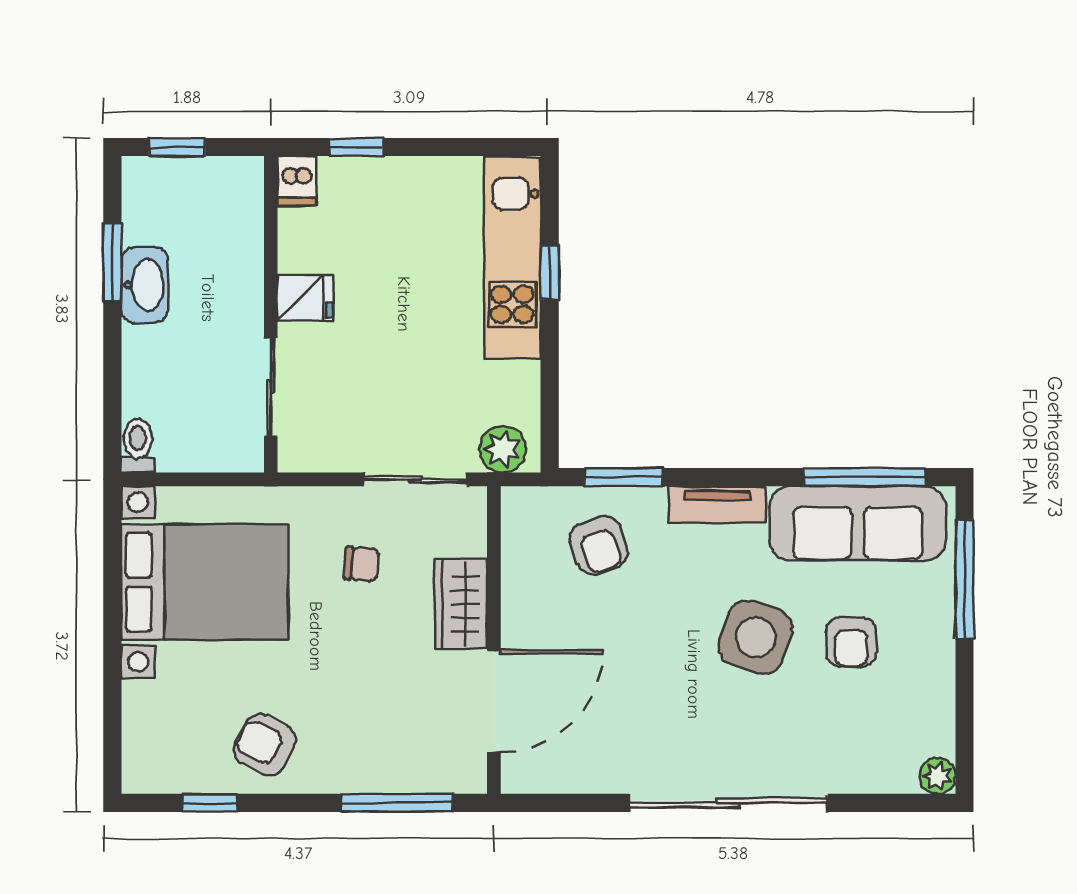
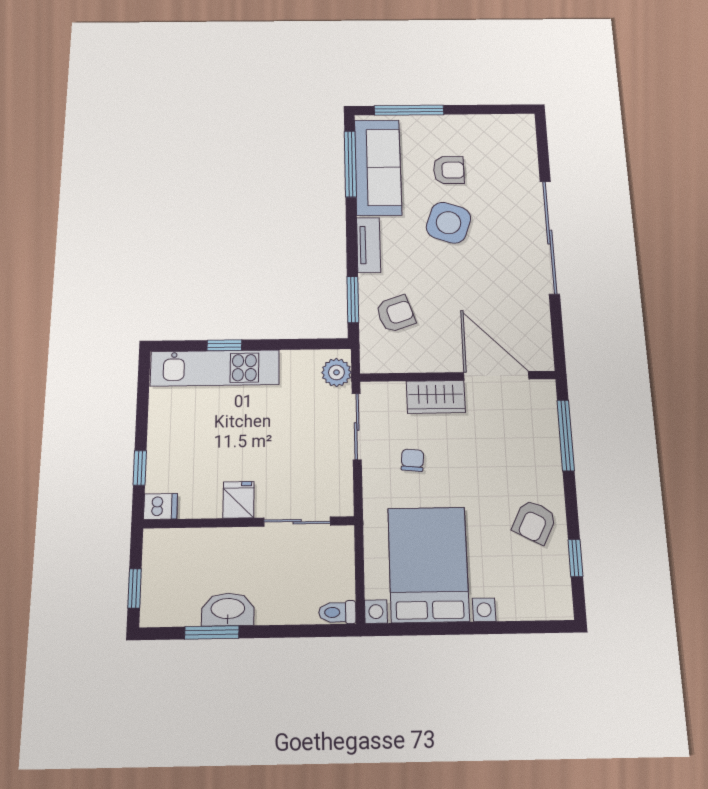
plant: (938, 776) -> (525, 123), removed

